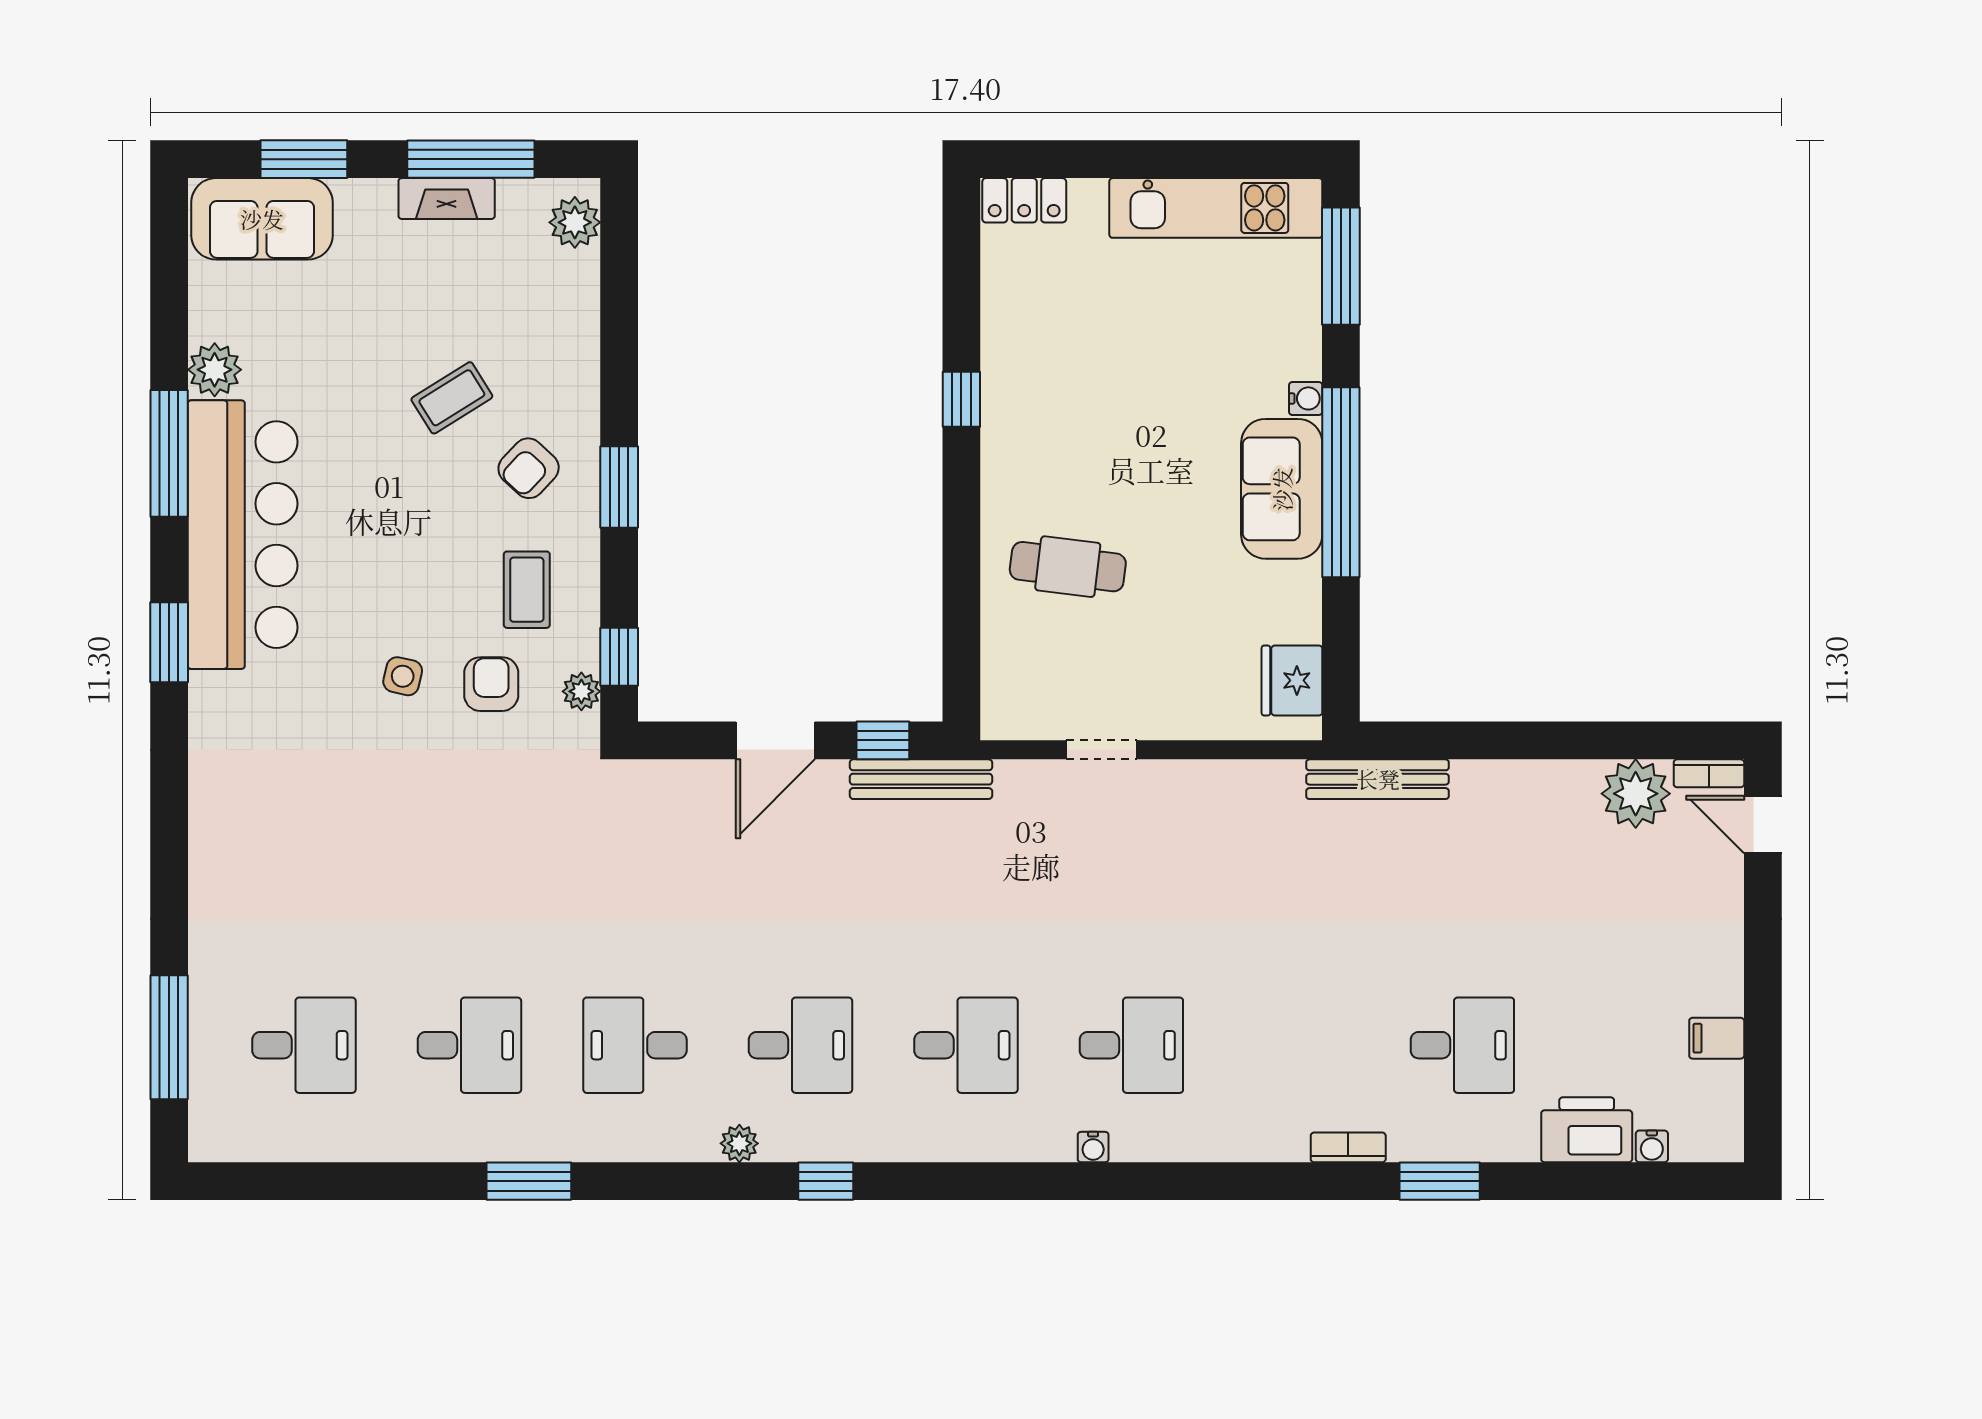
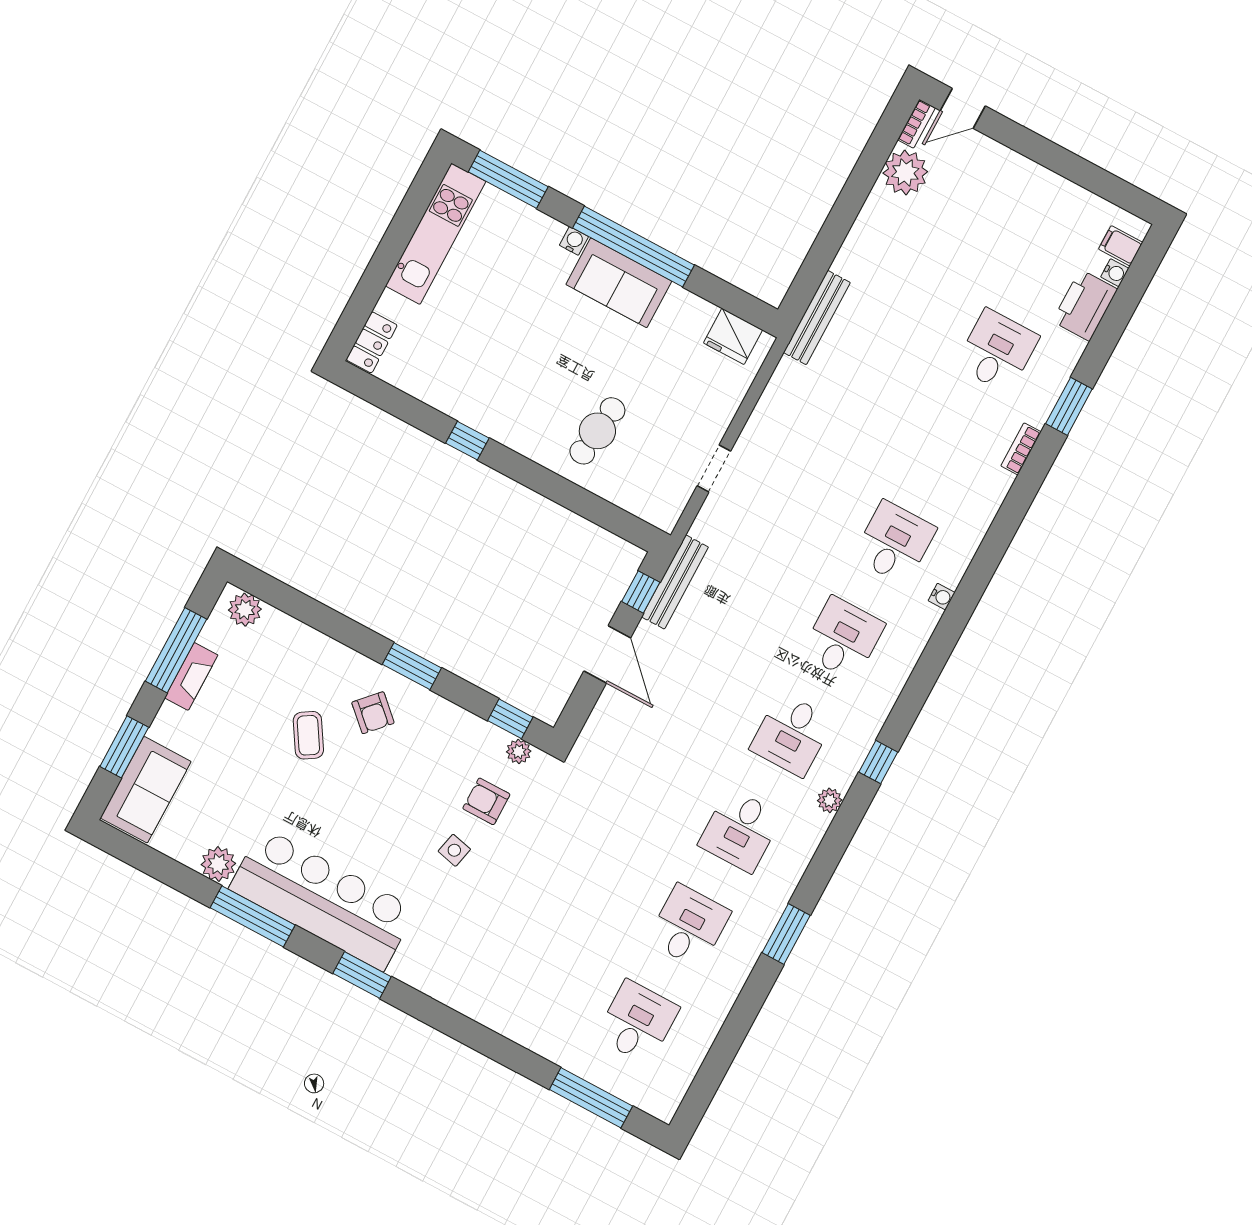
coffee table: (527, 590) -> (443, 751), removed
filing cabinet: (1717, 1038) -> (1121, 246), moved, turned 90
desk: (800, 1045) -> (792, 734), turned 180

